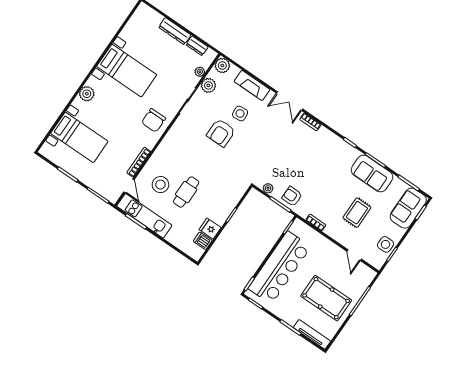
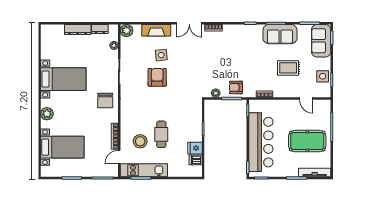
plant: (208, 85) -> (126, 51), removed
armchair: (221, 133) -> (157, 77), turned 180
door: (129, 186) -> (119, 157), swing flipped
rug: (357, 213) -> (288, 68), turned 90

